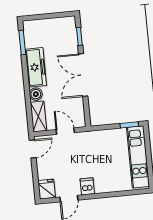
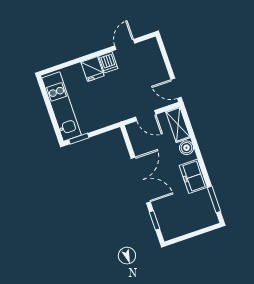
freezer: (36, 67) -> (193, 176), width x0.71
door: (33, 149) -> (176, 88), hinge flipped
fridge: (47, 189) -> (93, 69), moved

